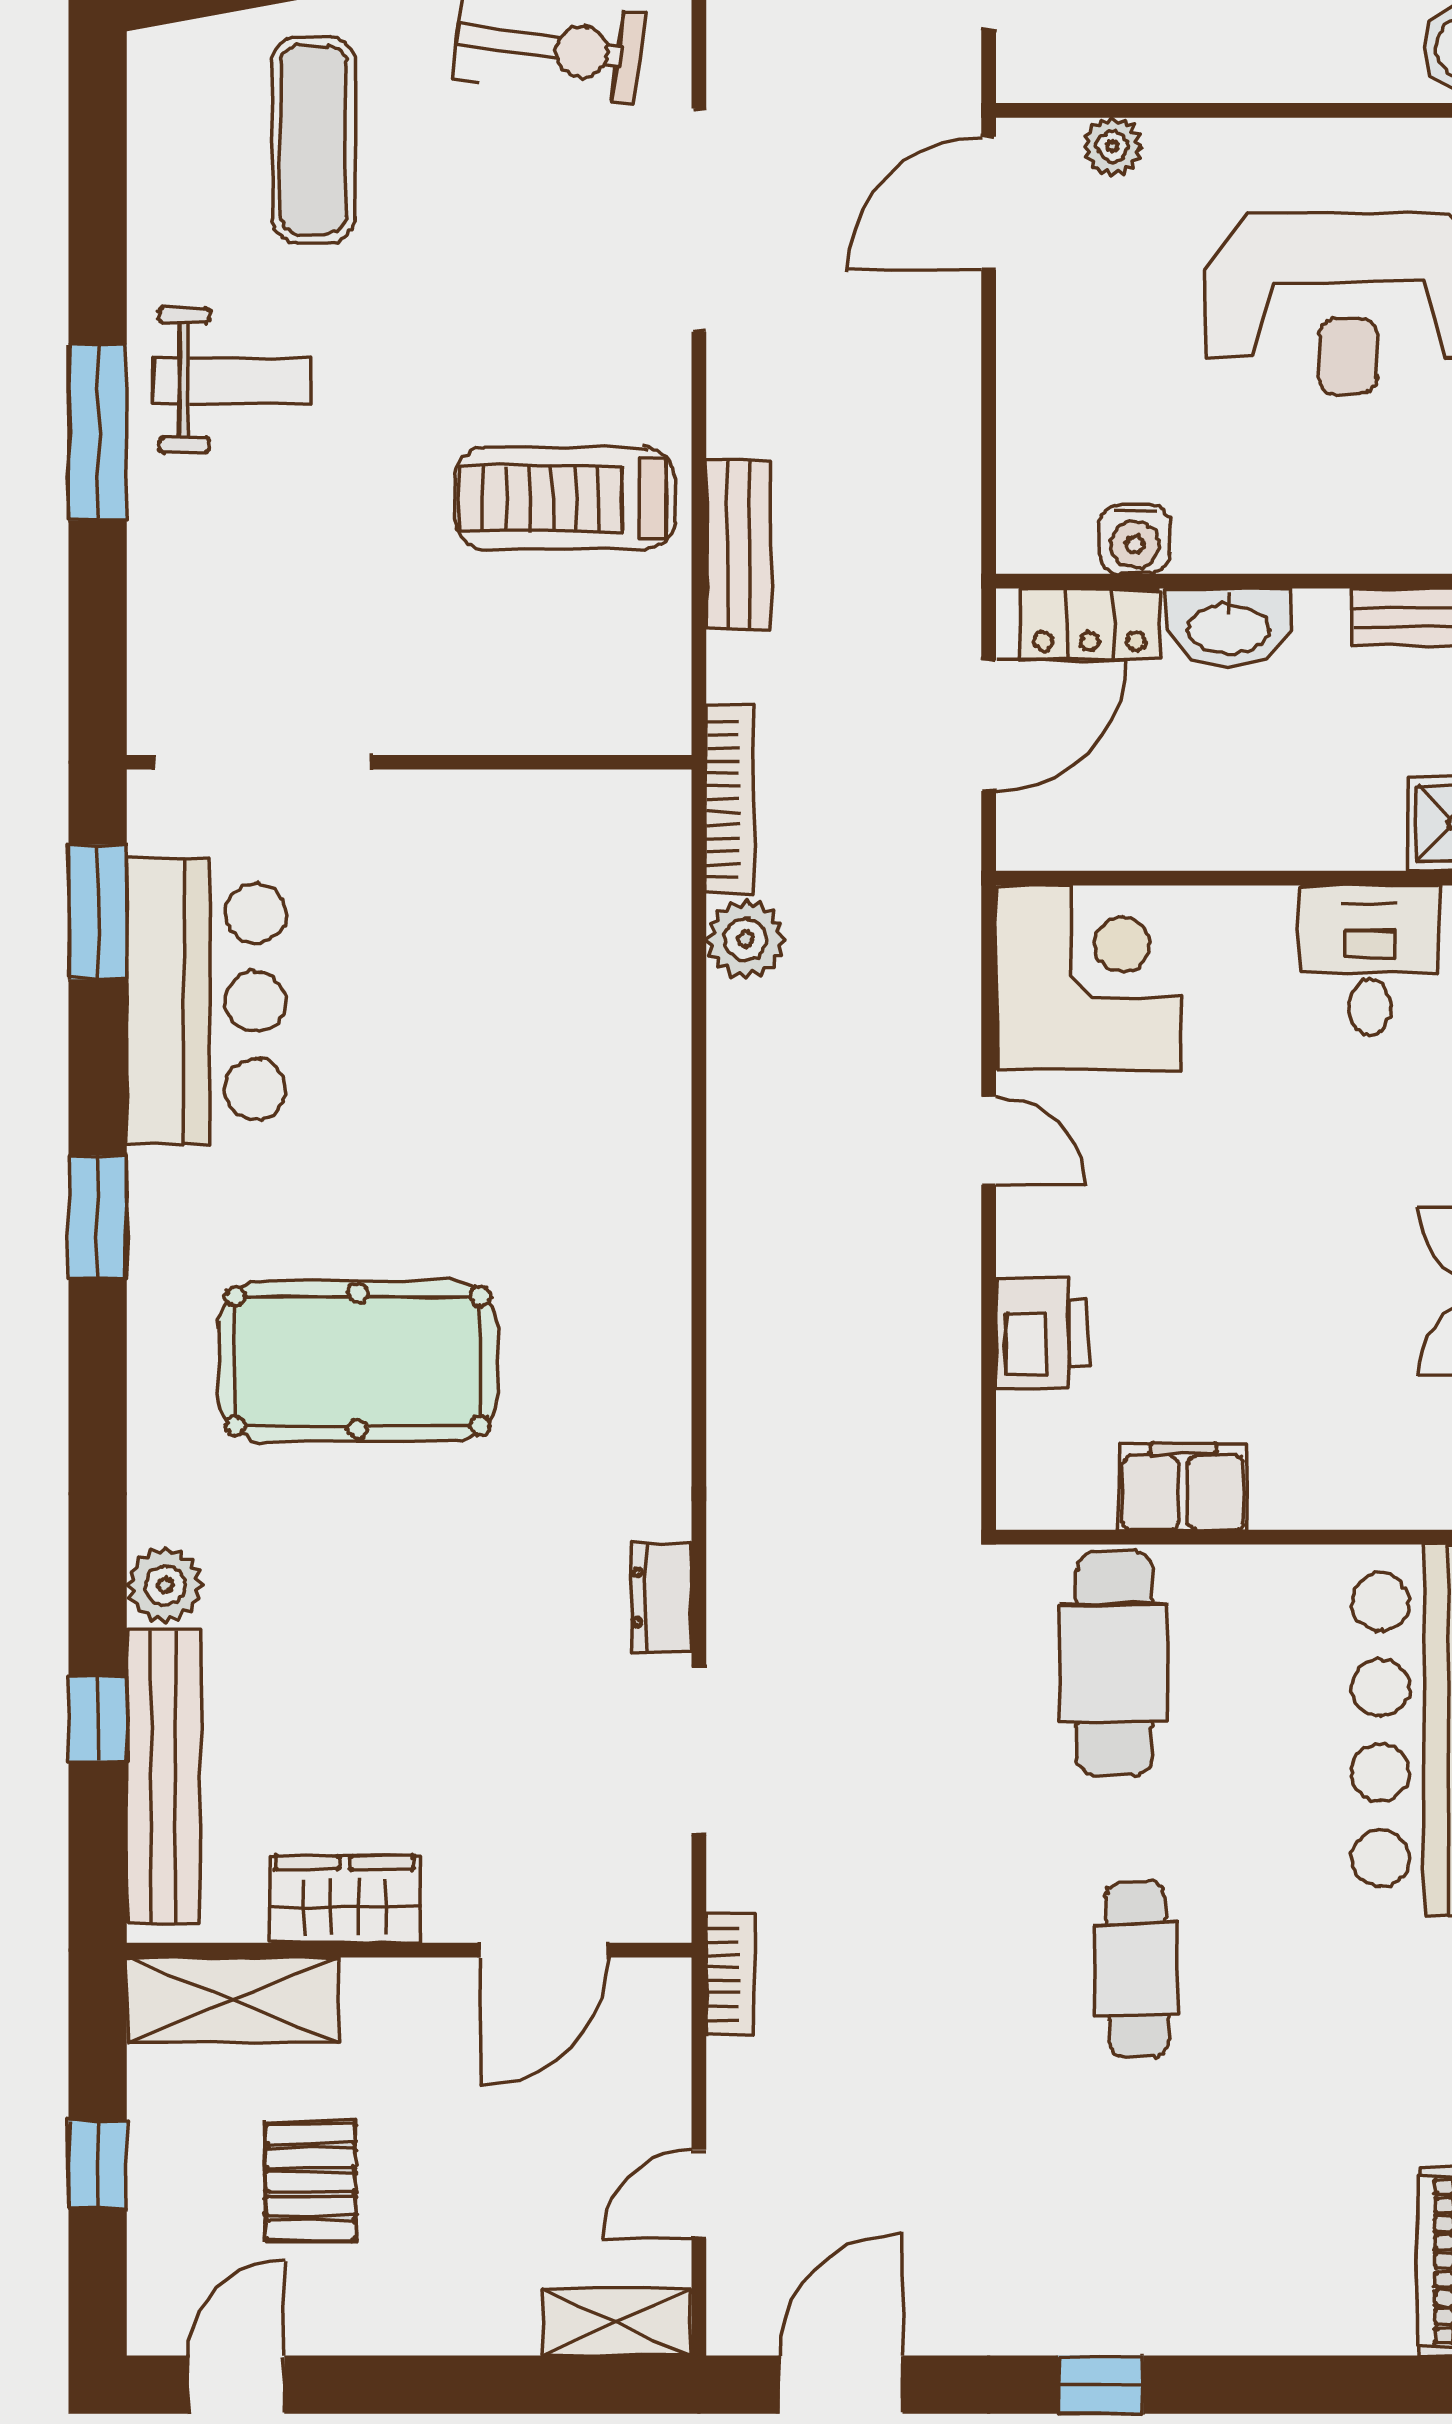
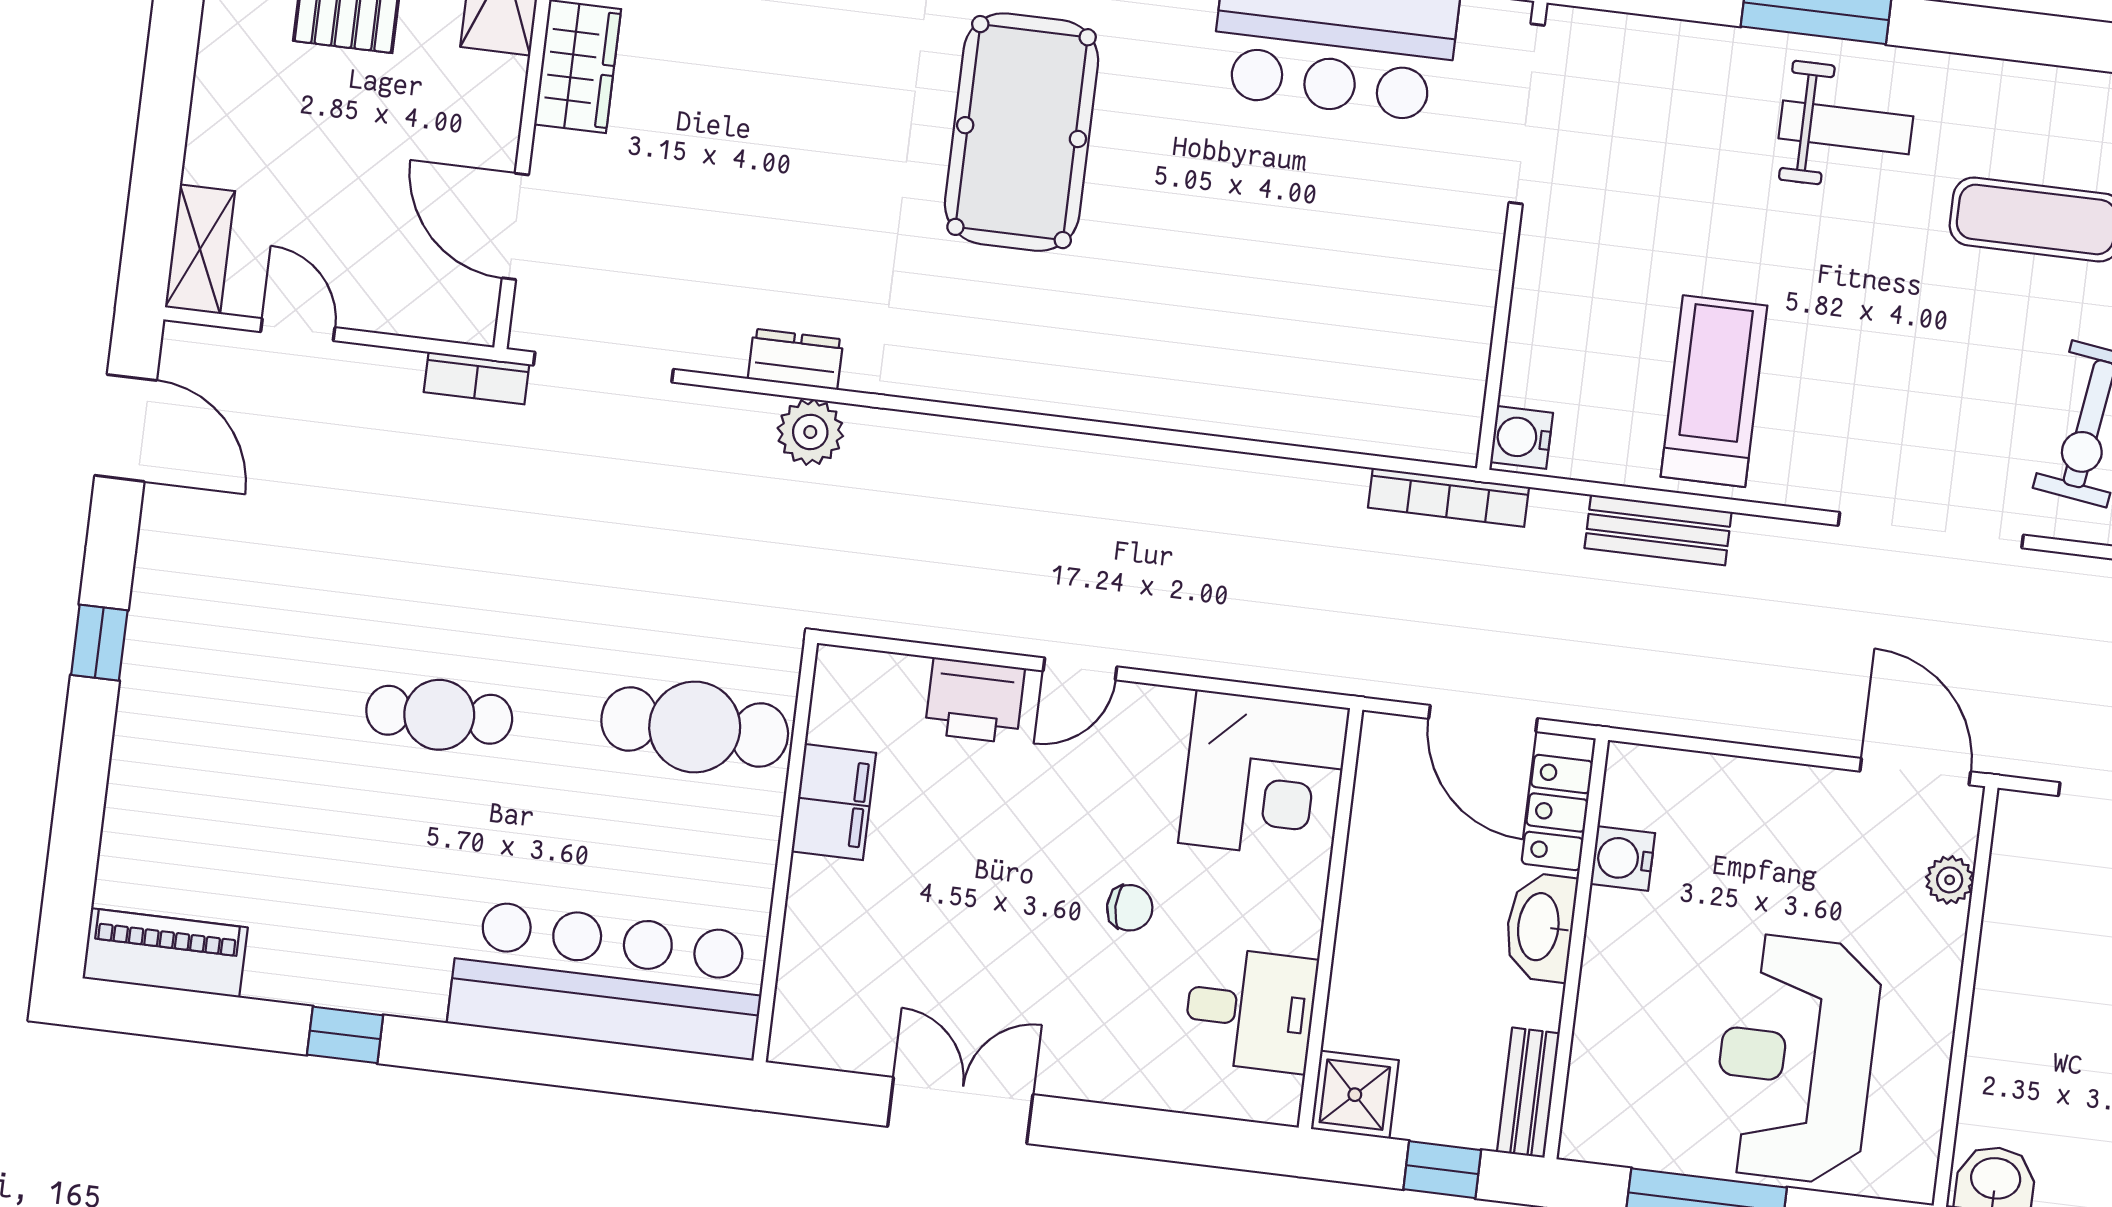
weight bench: (232, 380) -> (1846, 127), turned -90
water cooler: (648, 721) -> (1521, 437), added
plant: (746, 939) -> (810, 432), moved
chair: (1266, 1119) -> (1130, 908), added
door: (989, 1141) -> (1080, 669), moved
doorway: (699, 1751) -> (603, 367), moved

